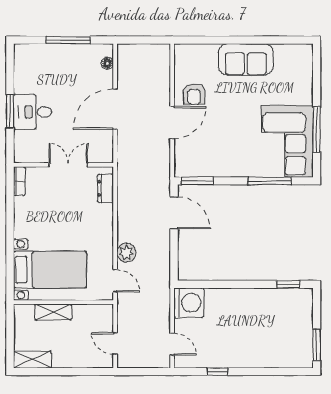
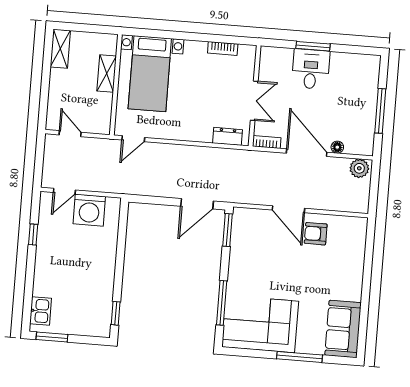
sofa: (246, 59) -> (343, 329), moved
floor lamp: (107, 63) -> (337, 147), moved
window: (317, 130) -> (299, 357), moved
bookcase: (108, 149) -> (267, 142), added
bookcase: (19, 181) -> (223, 48), moved
plant: (126, 253) -> (359, 168), moved
washing machine: (189, 303) -> (89, 210), moved
door: (115, 343) -> (70, 134), hinge flipped
kitchen sink: (292, 358) -> (41, 311), added

